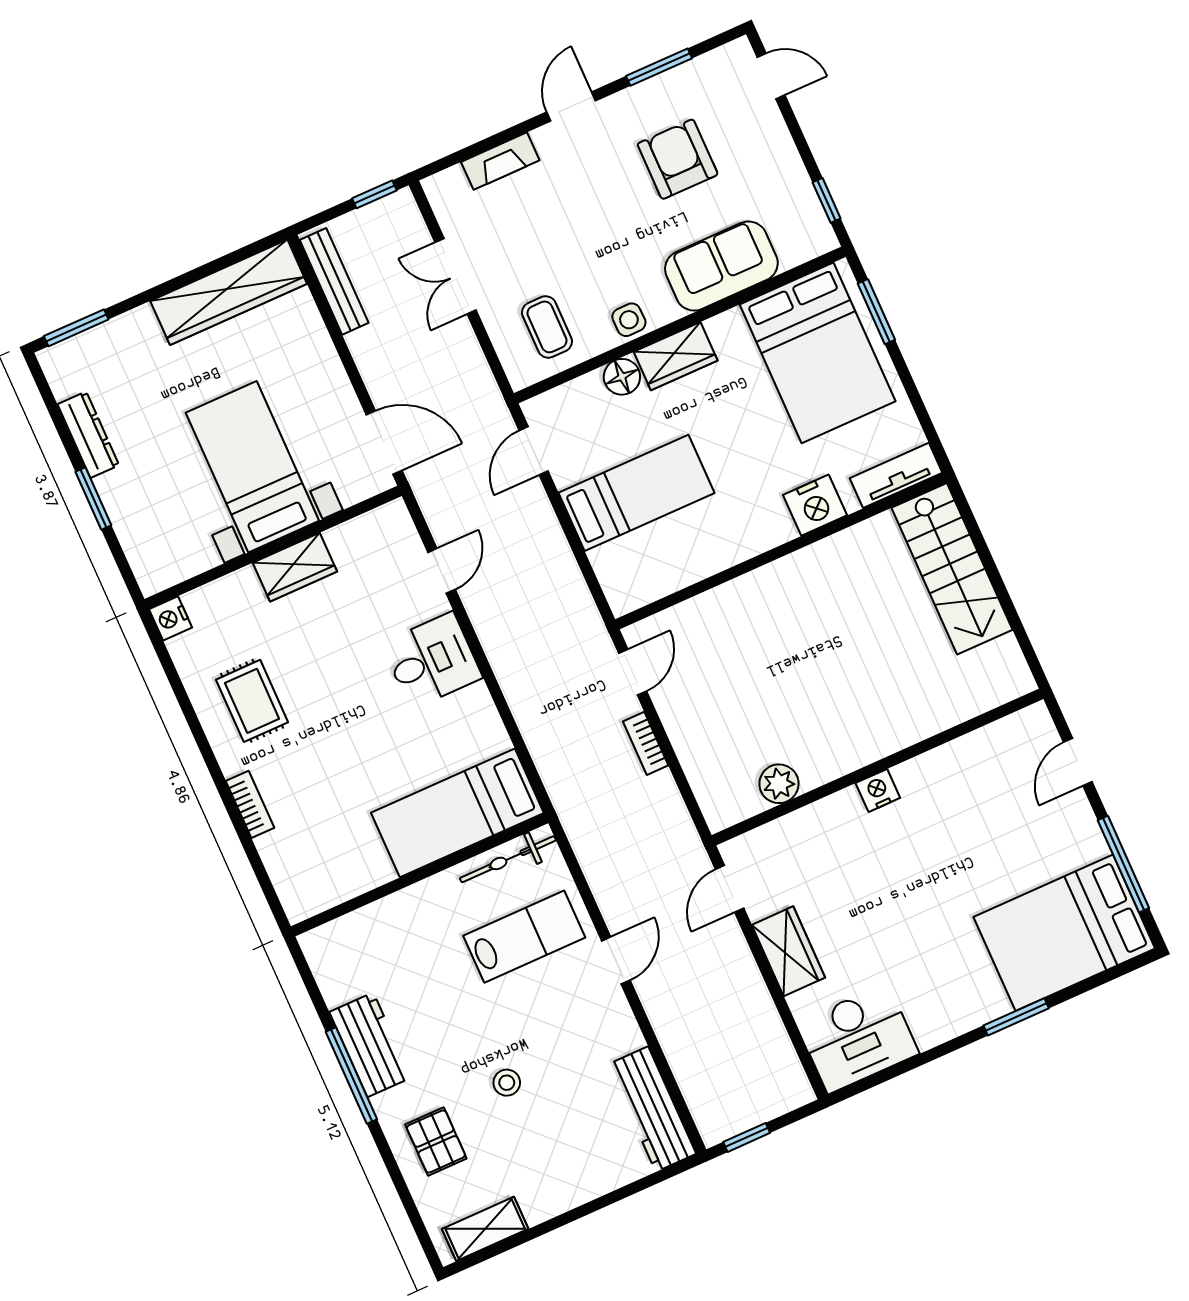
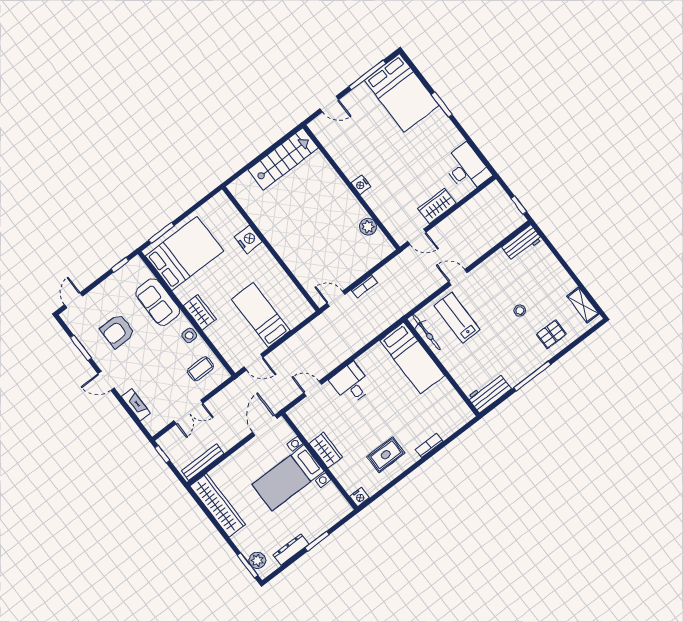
plant: (82, 352) -> (257, 560), added
floor lamp: (622, 377) -> (214, 333), removed
tv unit: (896, 475) -> (228, 208), removed
stairs: (952, 569) -> (283, 159), moved
workbench: (370, 1045) -> (489, 393), moved
workbench: (652, 1109) -> (522, 243), width x0.73

